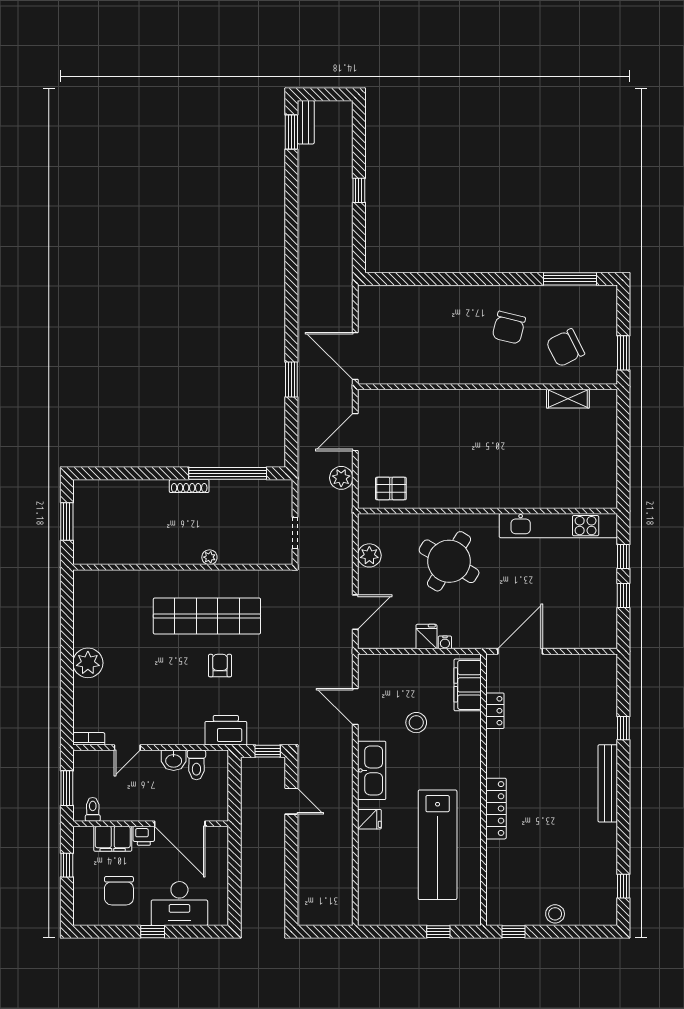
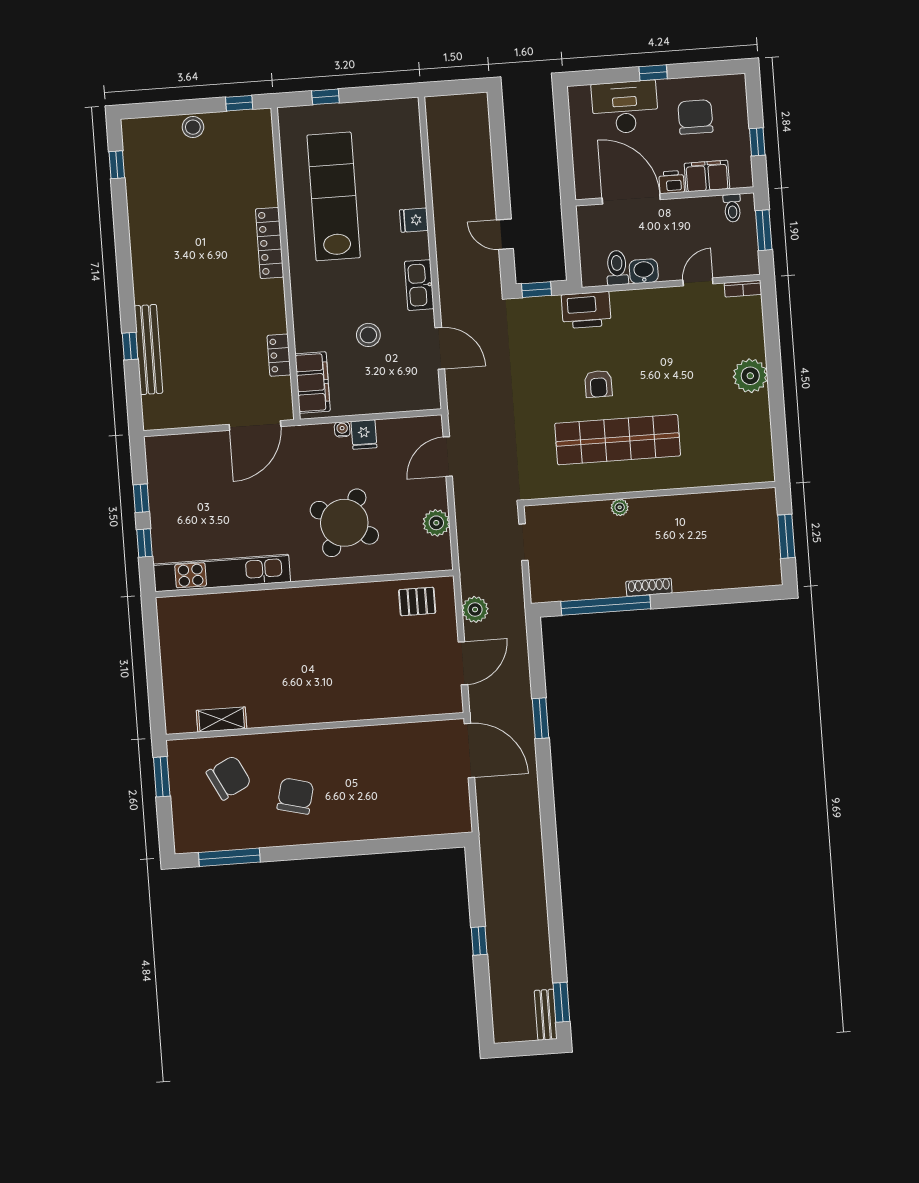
kitchen sink: (372, 770) -> (419, 285), width x0.73, depth x0.81
bench: (608, 783) -> (148, 350), moved

